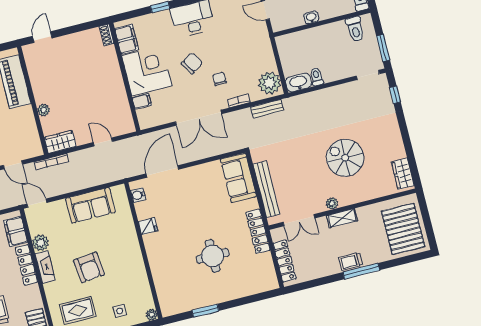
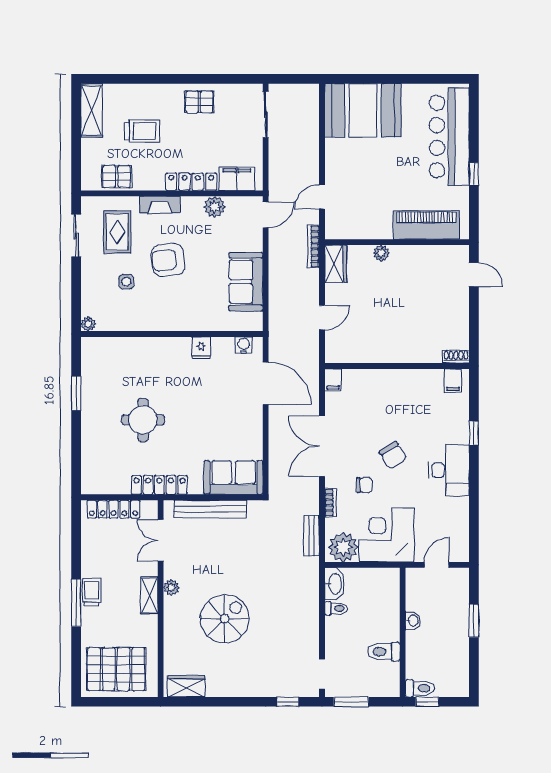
toilet: (355, 29) -> (384, 652), moved
filing cabinet: (127, 39) -> (453, 381), width x0.50
corner desk: (147, 71) -> (387, 535), moved, turned 180
filing cabinet: (142, 101) -> (333, 380), moved
fireplace: (45, 267) -> (160, 205), moved
side table: (120, 311) -> (126, 282), moved

